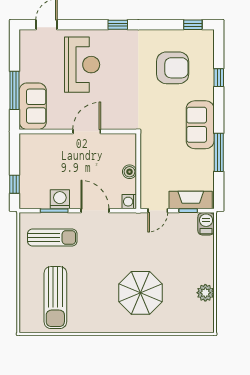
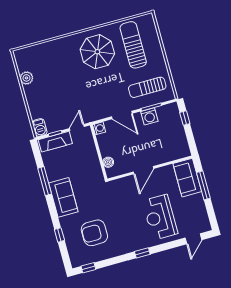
boiler: (130, 172) -> (108, 162), moved
parasol: (141, 293) -> (97, 52), moved

